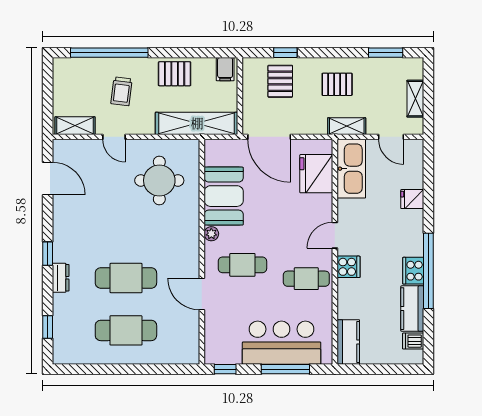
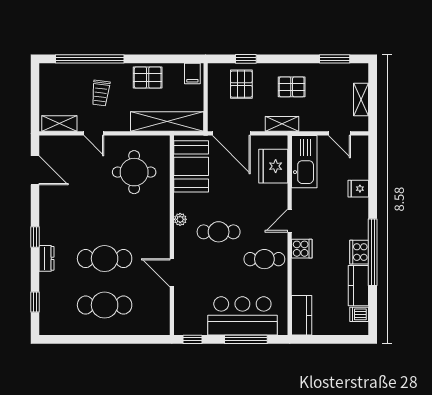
shelving: (347, 126) -> (282, 124), moved
booth: (224, 196) -> (191, 166), moved
cafe table: (242, 265) -> (219, 232), moved

